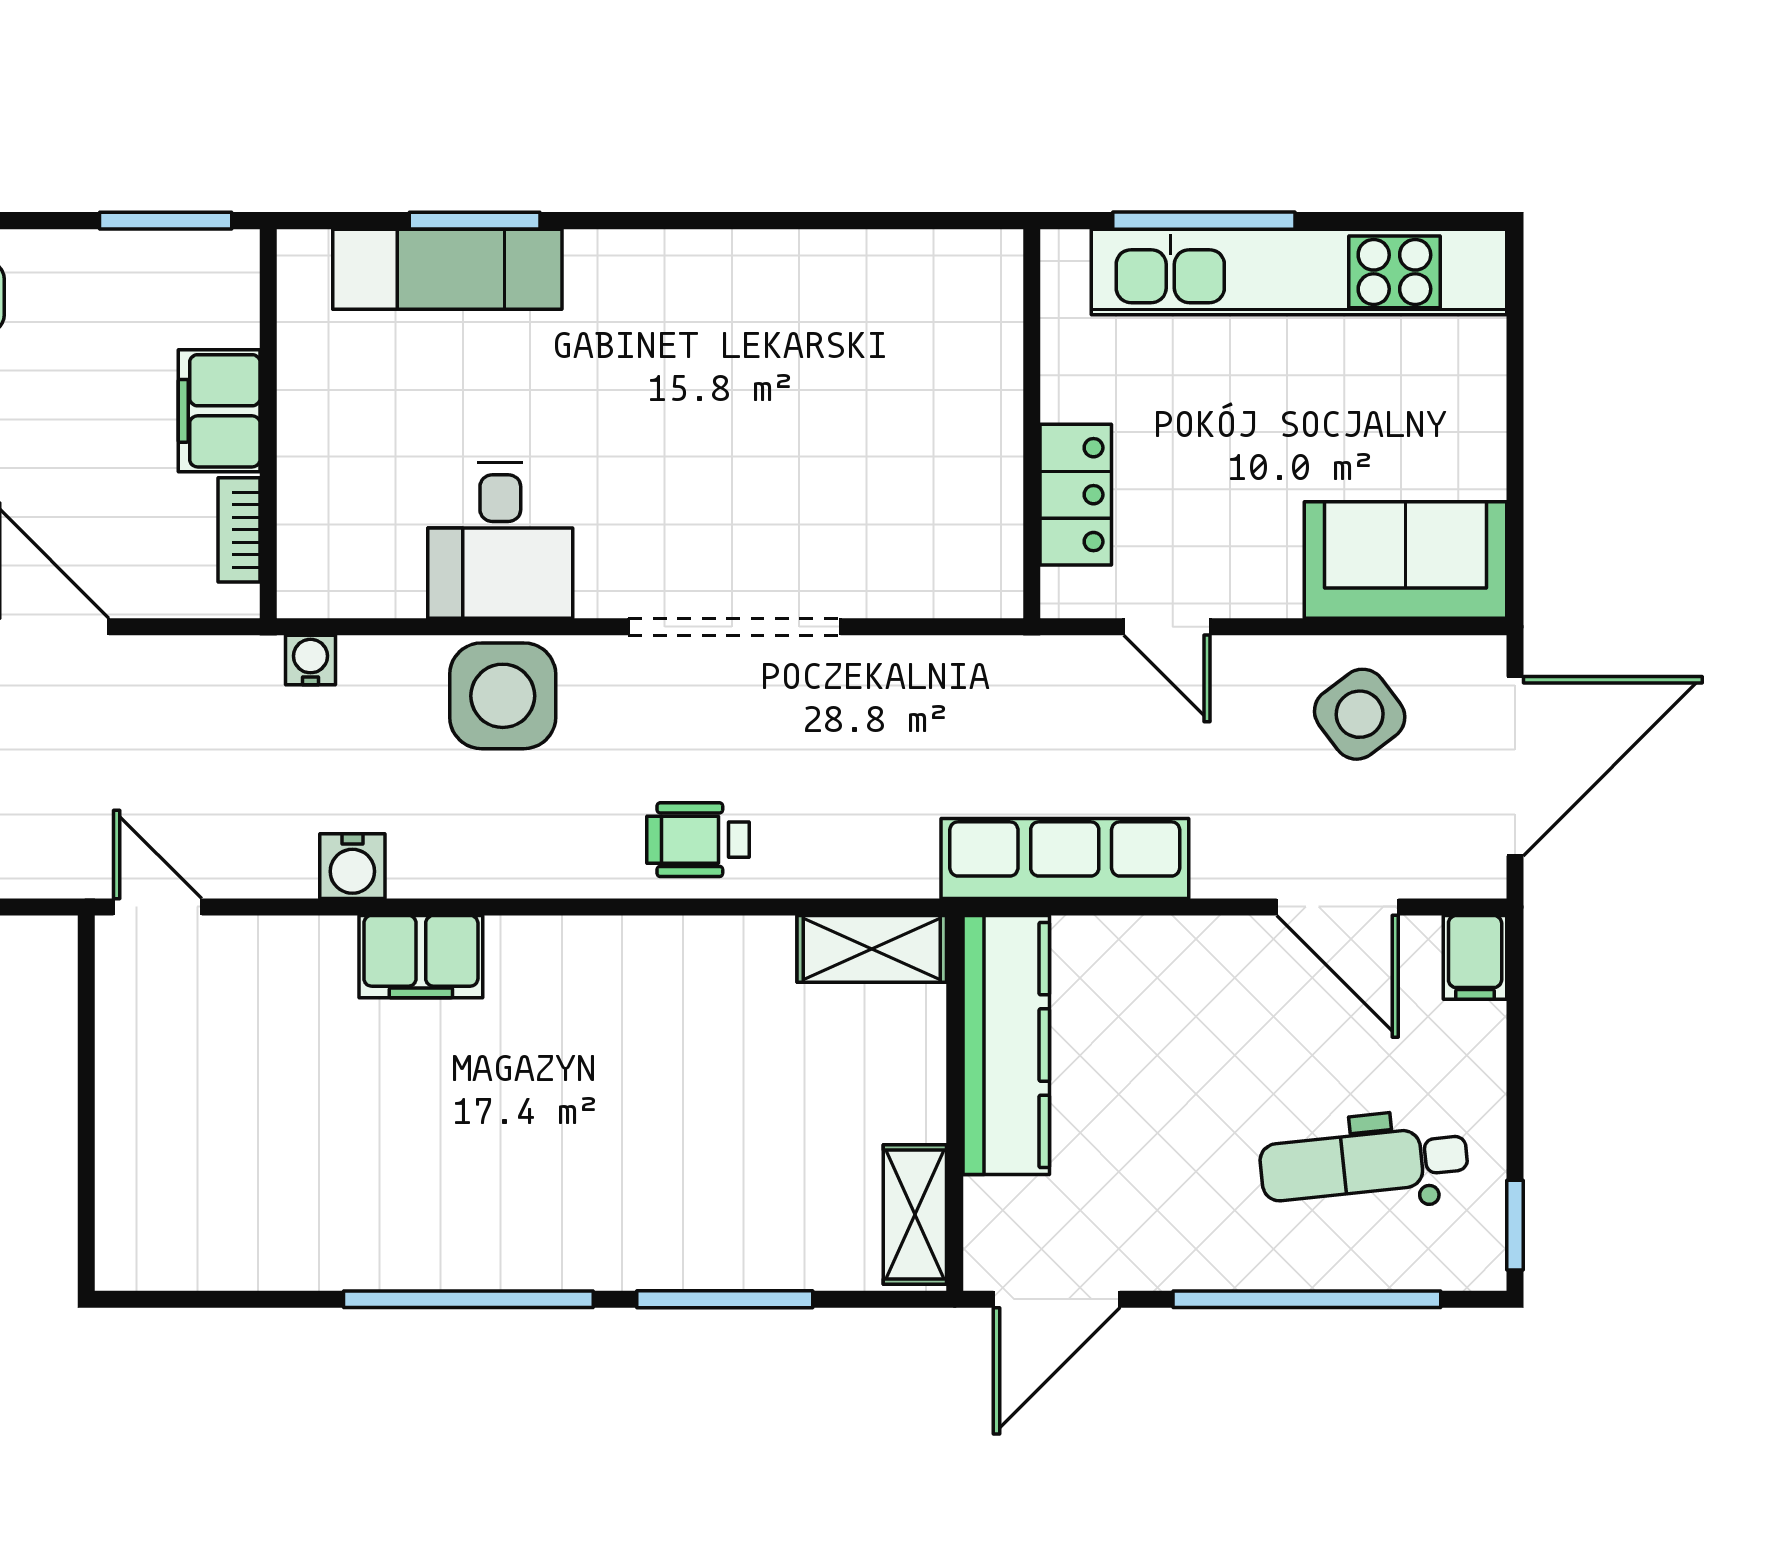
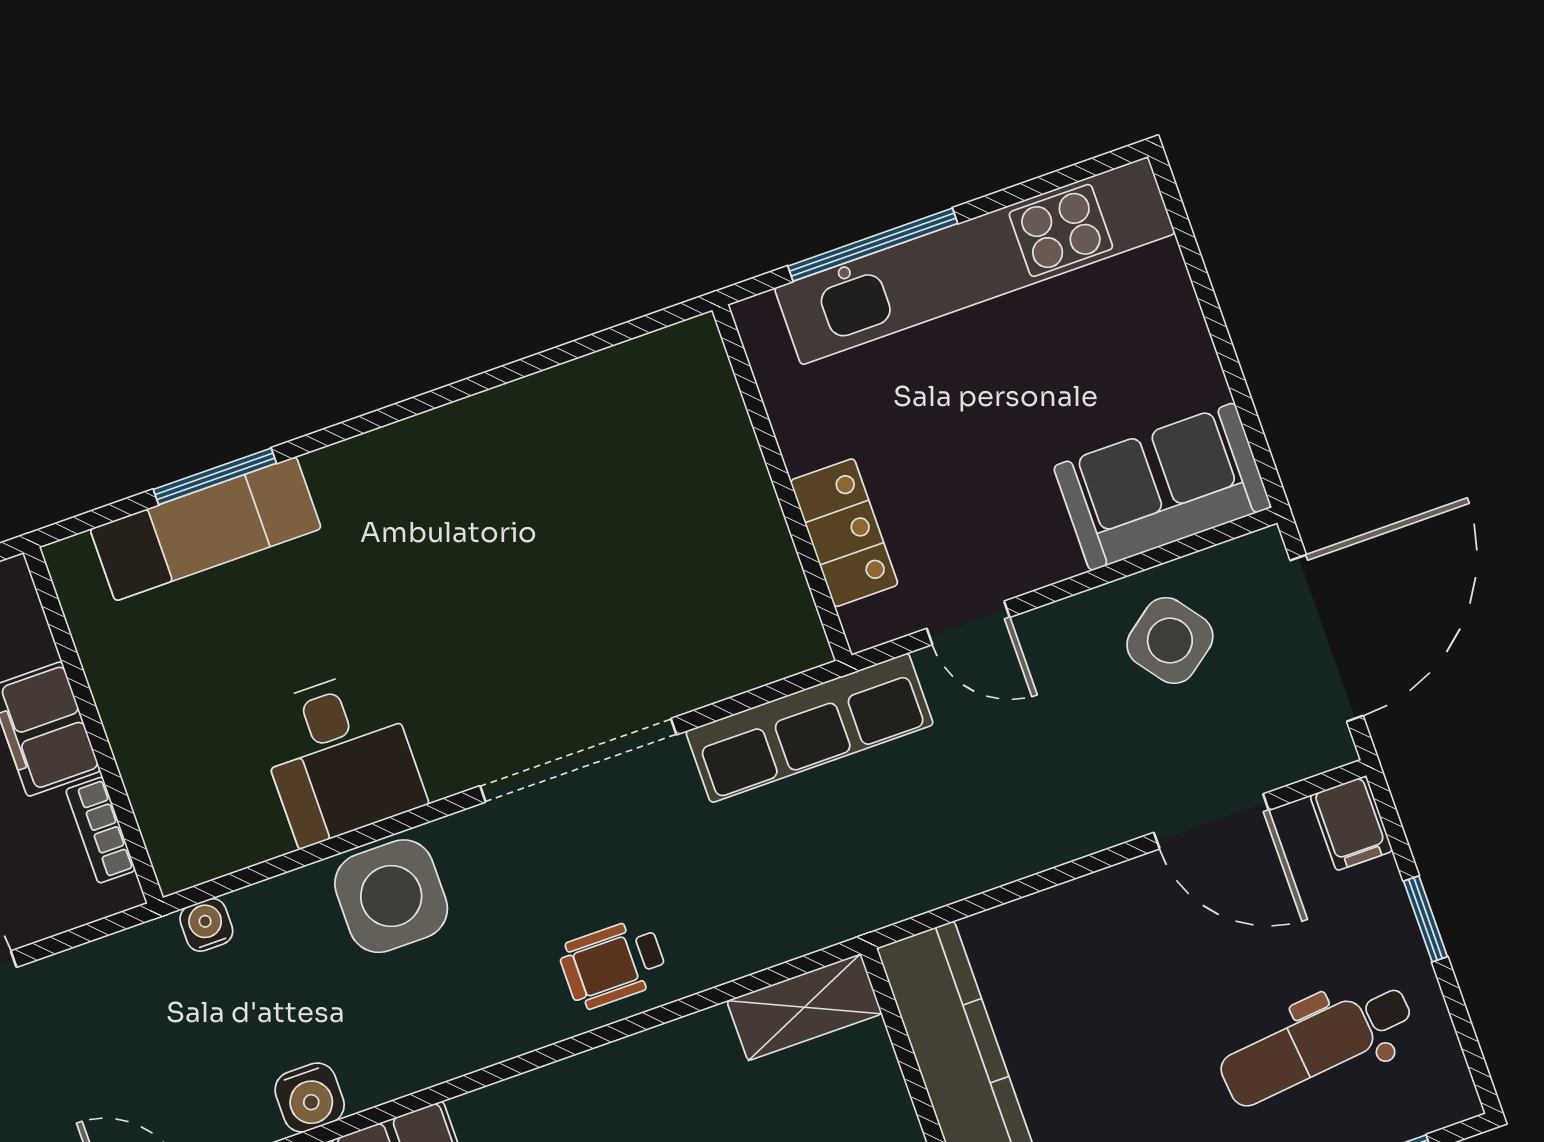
row of seats: (1065, 859) -> (810, 728), moved, turned 180
window: (1515, 1225) -> (1425, 919), moved

